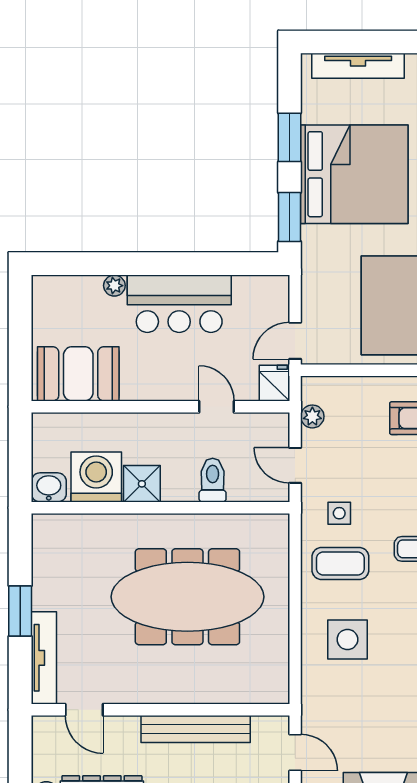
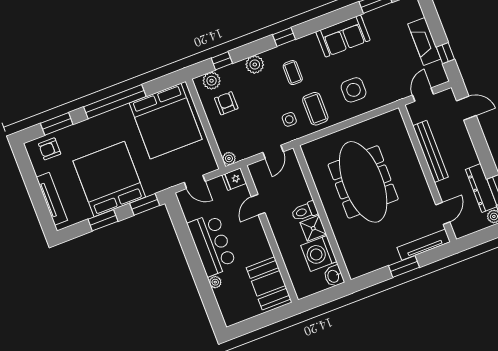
door: (295, 341) -> (195, 182), moved
plant: (312, 416) -> (229, 158), moved
toilet: (213, 480) -> (305, 211), moved

